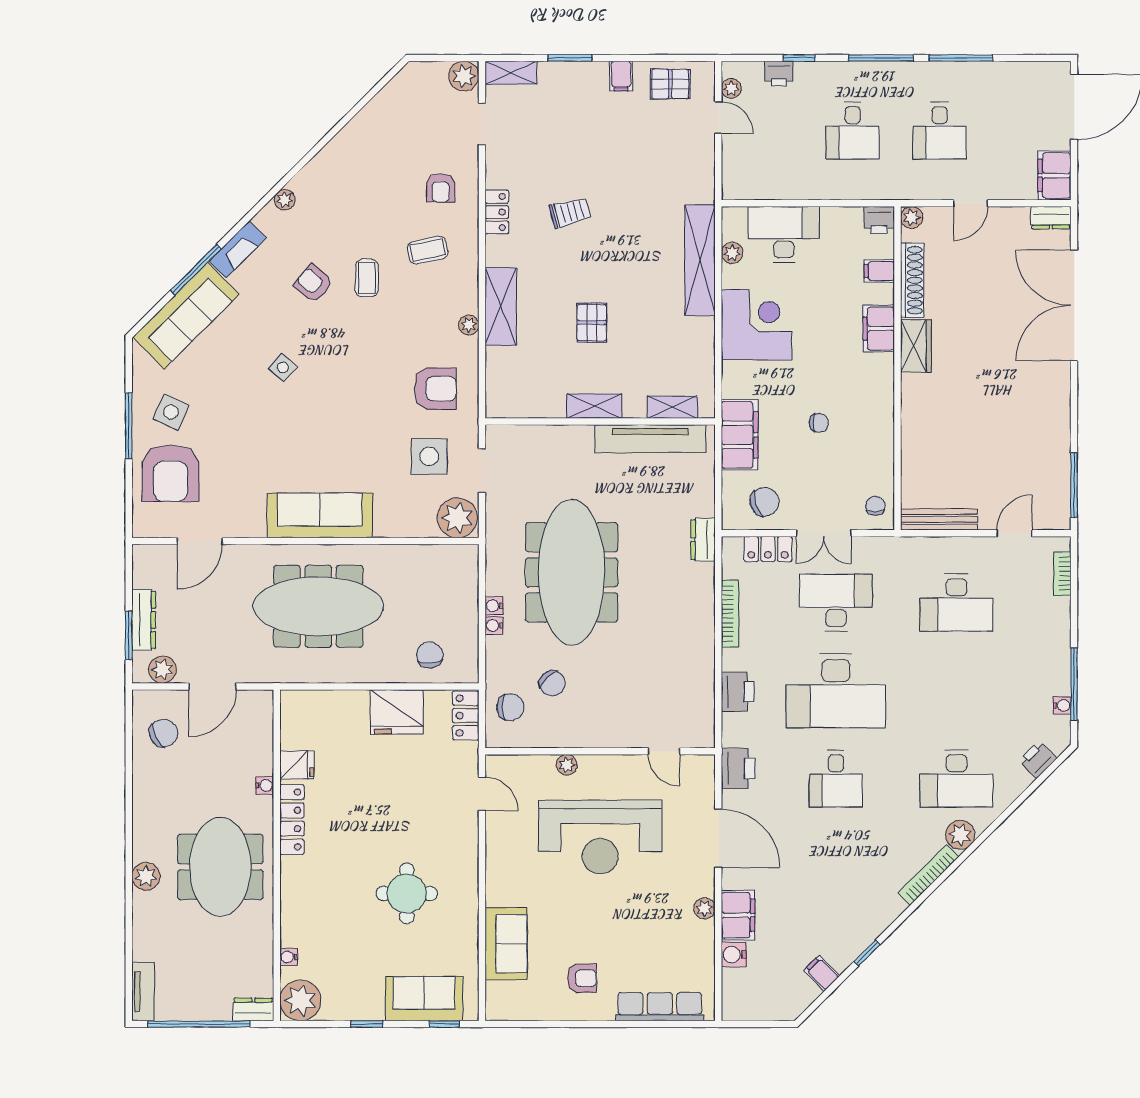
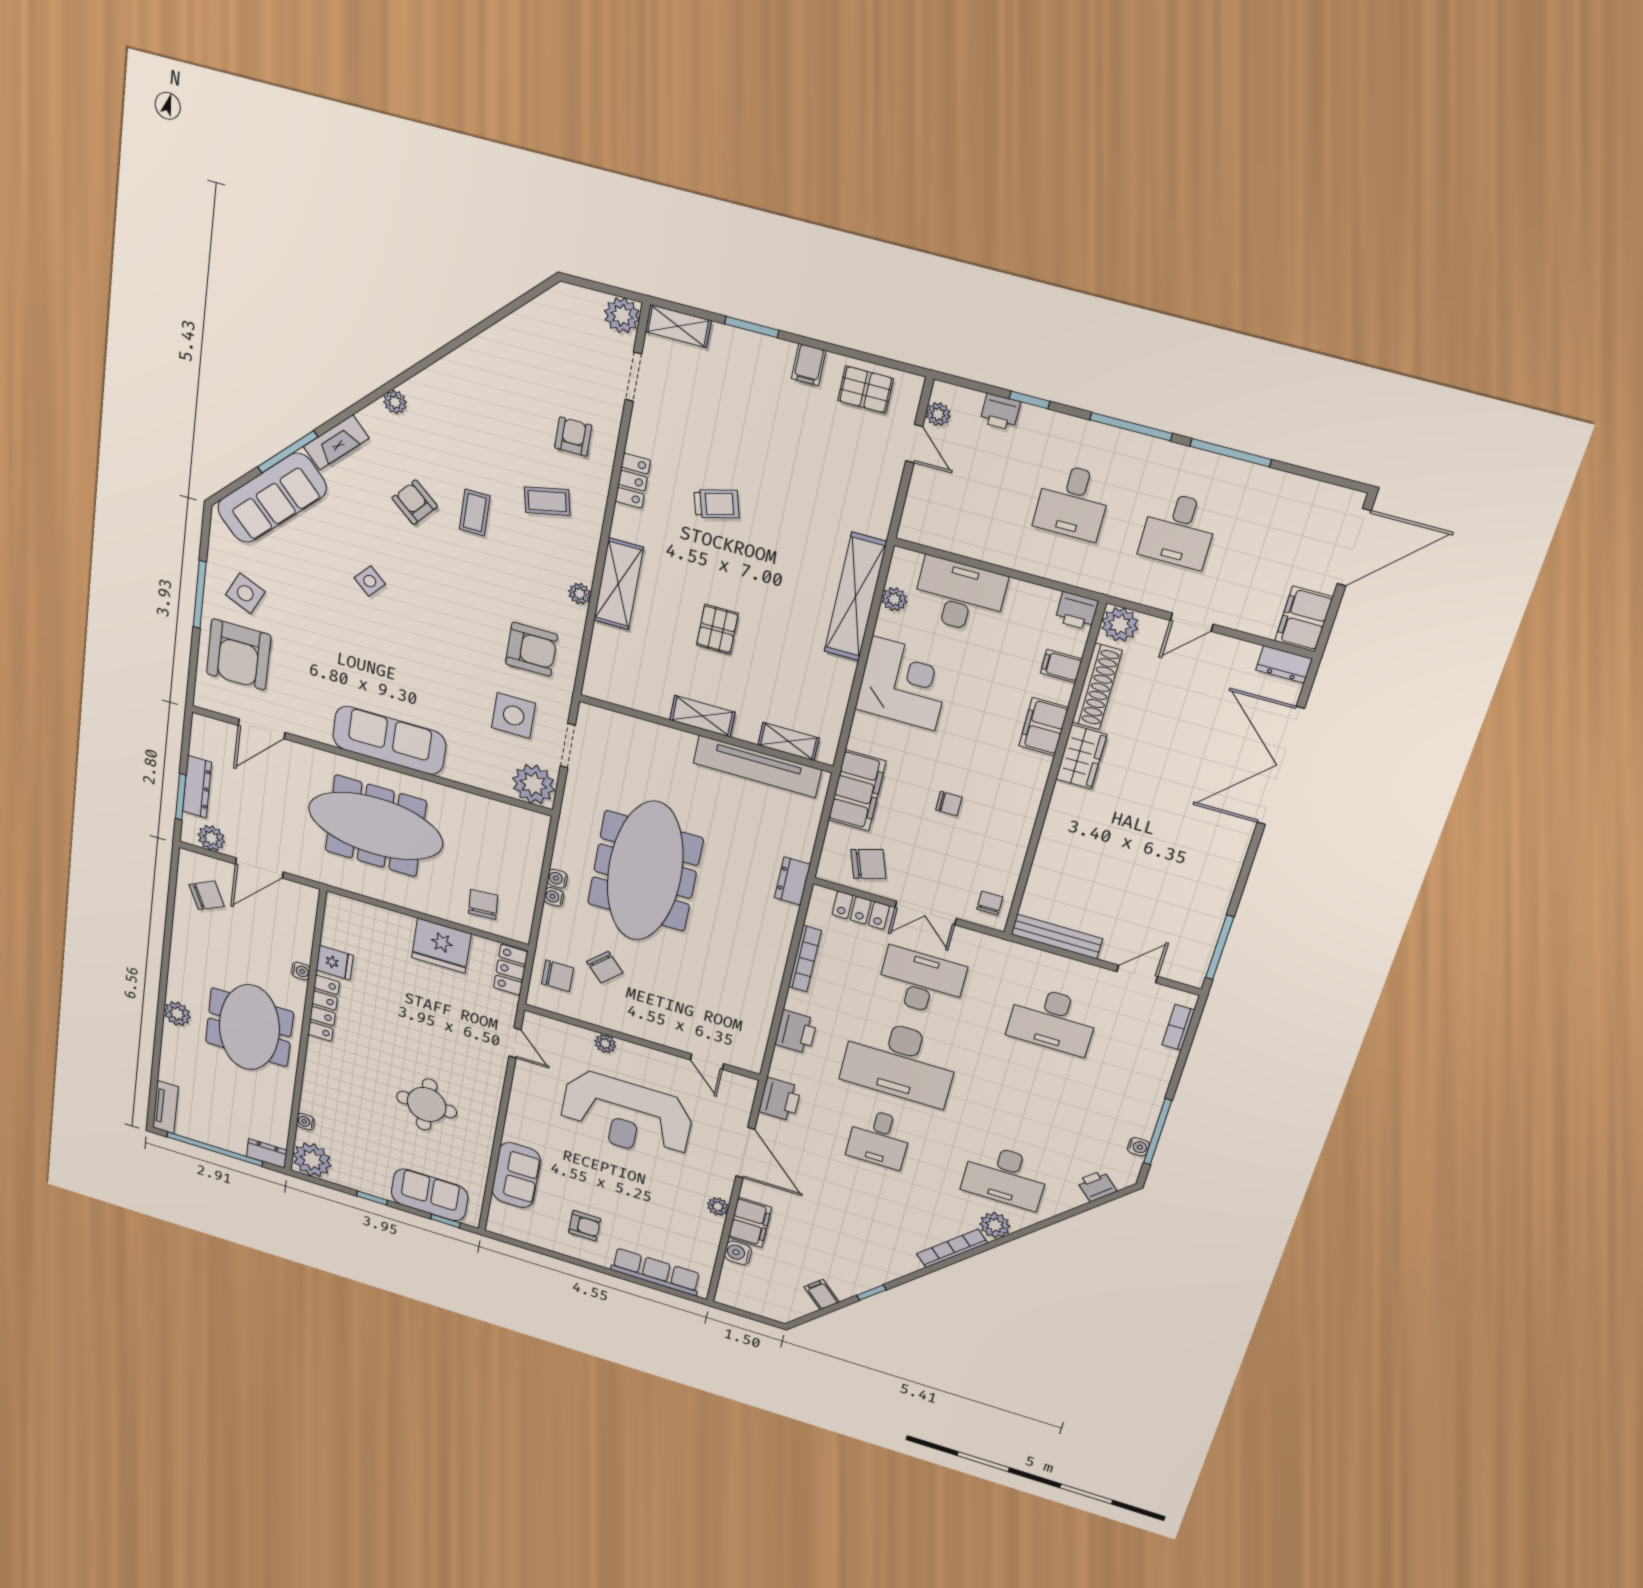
armchair: (441, 188) -> (573, 437), turned 180
plant: (912, 218) -> (1120, 624), width x1.38, depth x1.38

